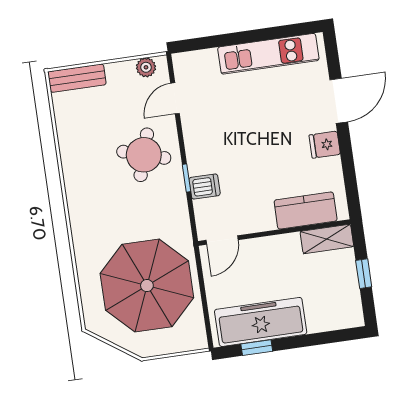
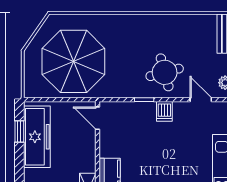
round table: (144, 155) -> (165, 72), turned -32
dishwasher: (205, 187) -> (164, 111), moved

